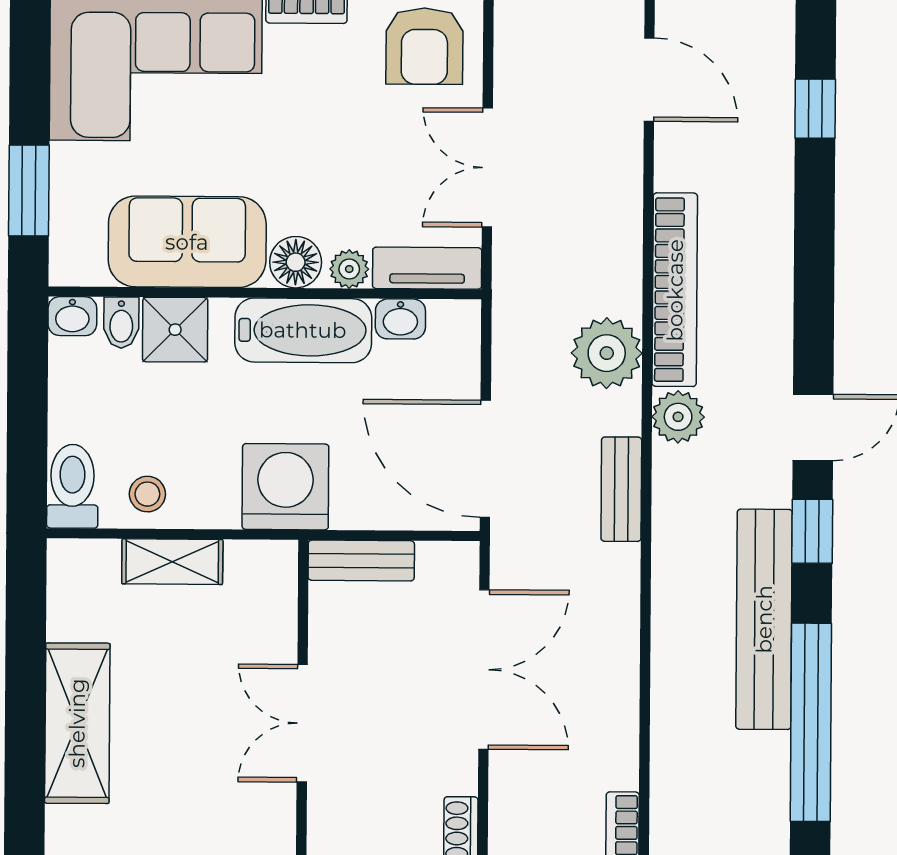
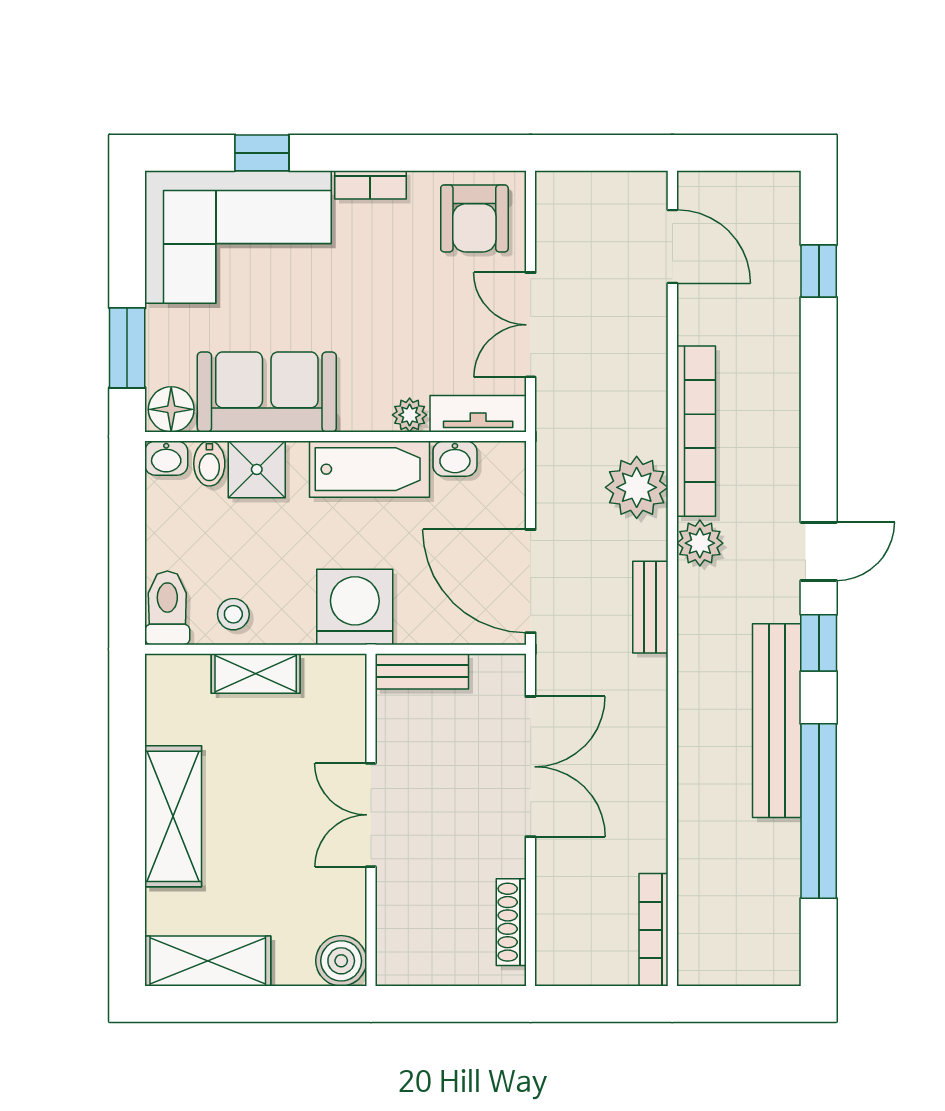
floor lamp: (296, 262) -> (171, 409), moved

